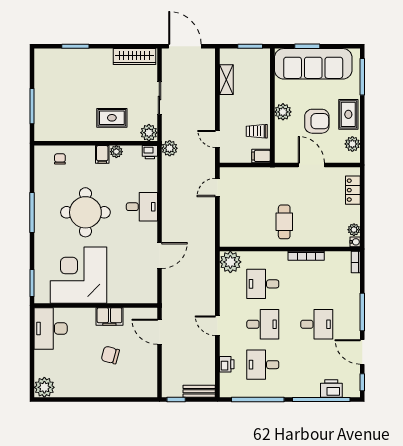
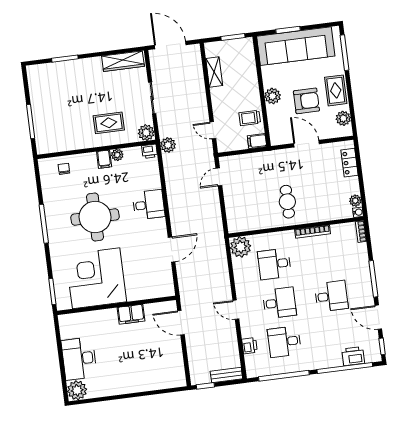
desk: (51, 328) -> (79, 359), moved
chair: (110, 355) -> (137, 351), removed

